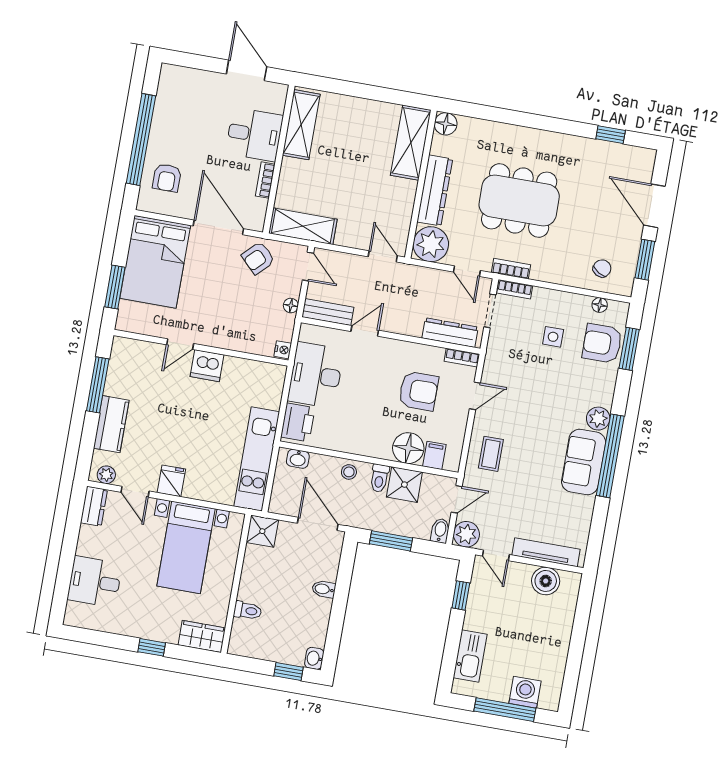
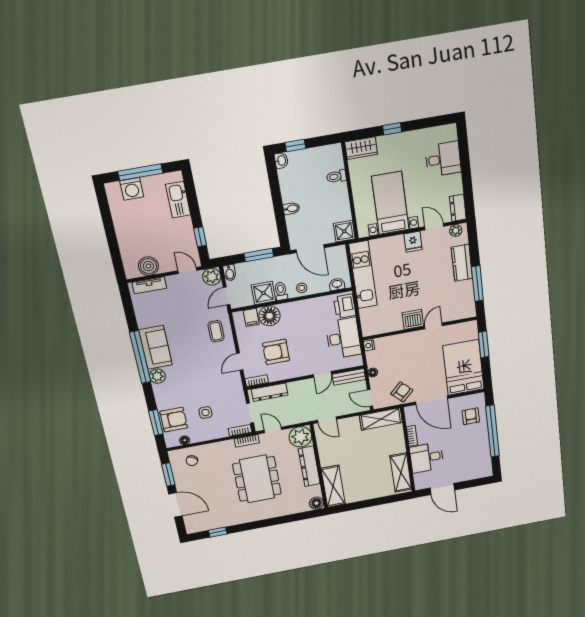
dining table: (519, 201) -> (257, 479), turned 90
tv unit: (546, 552) -> (149, 285), width x0.71

